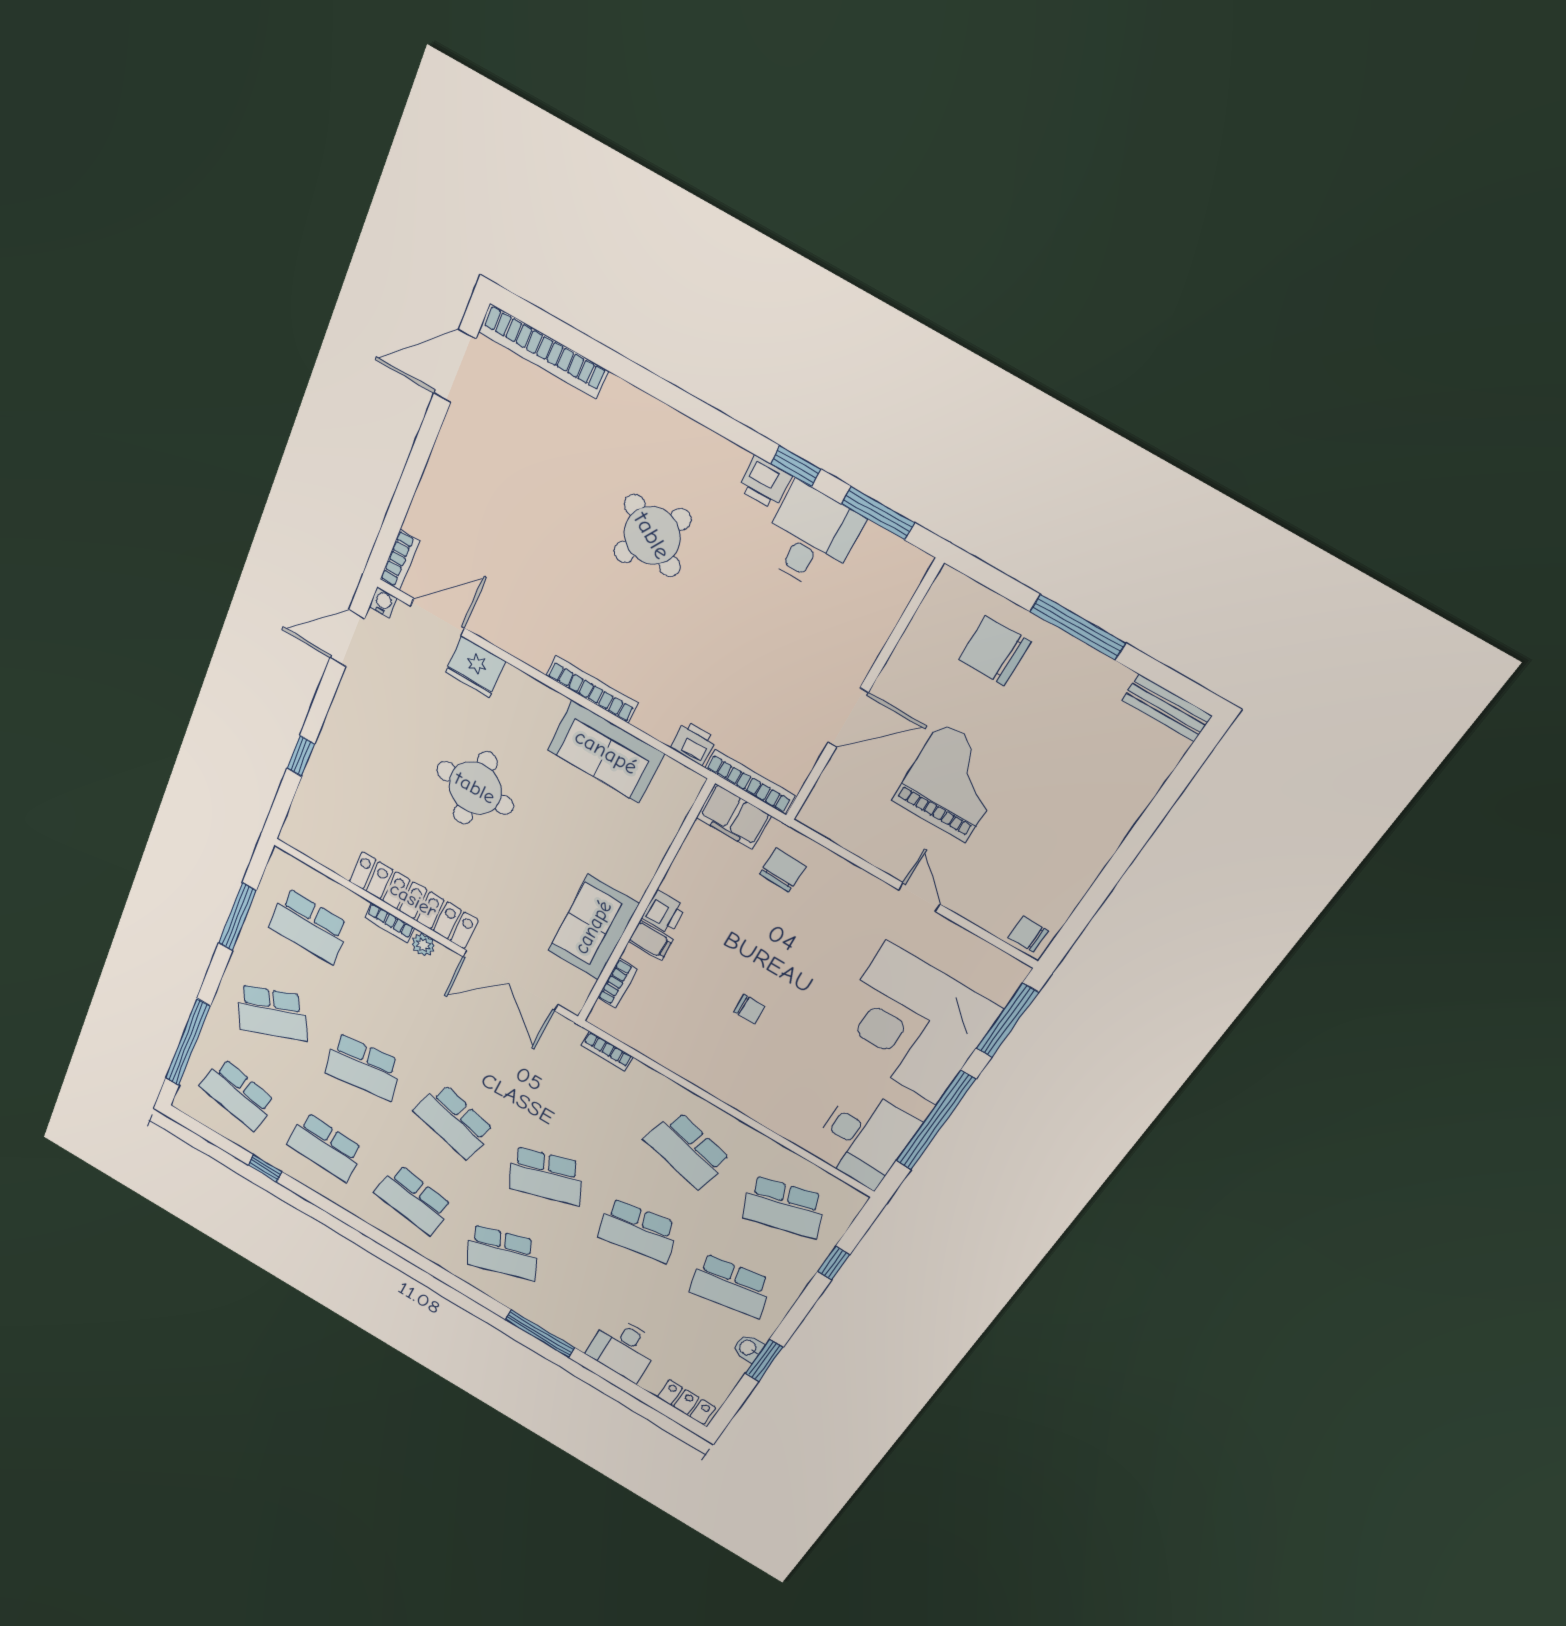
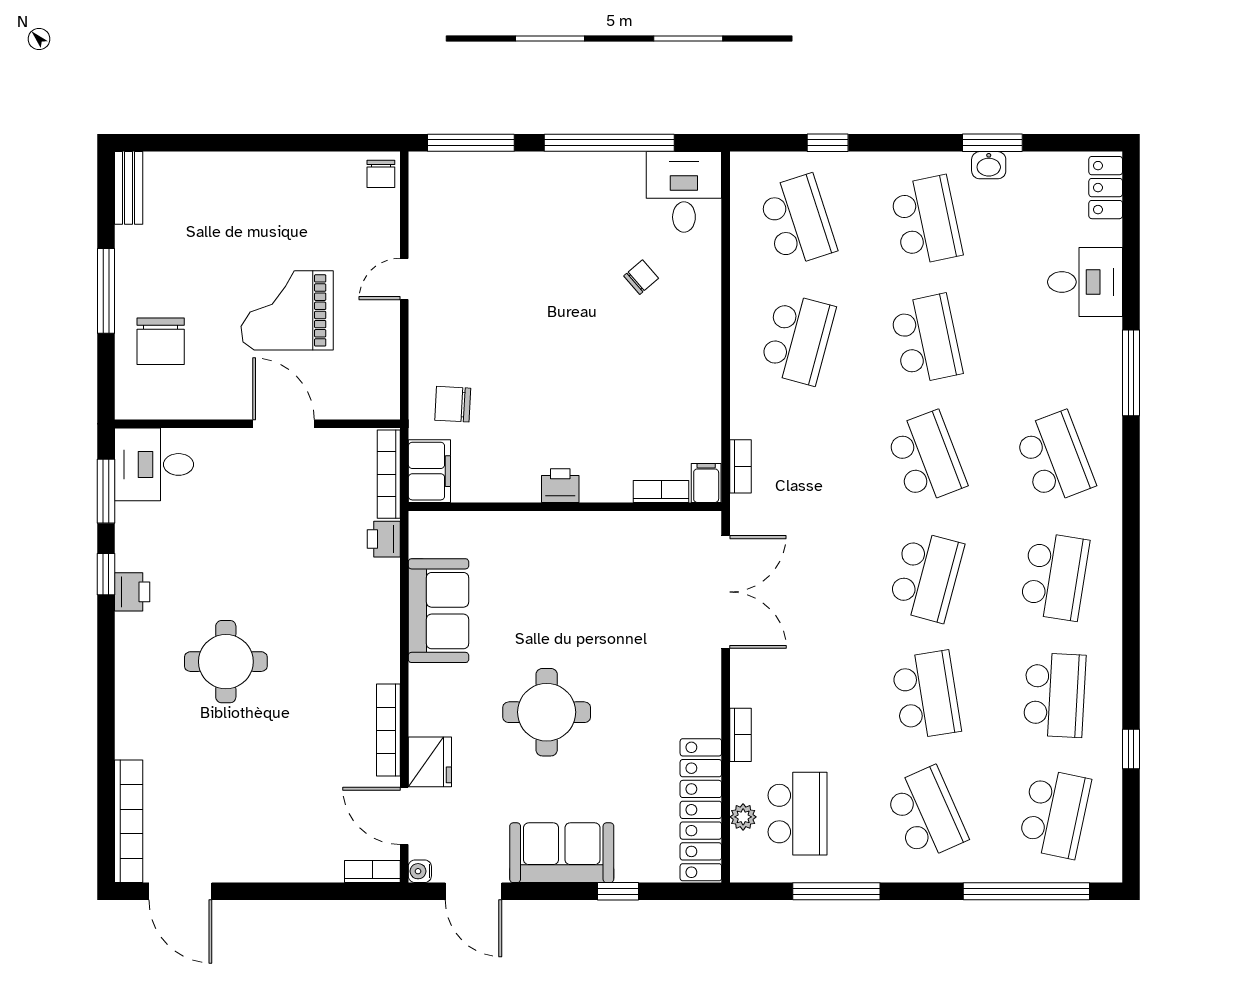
round table: (652, 536) -> (226, 662), turned -32
desk: (810, 537) -> (154, 464), moved
bookcase: (592, 689) -> (388, 730), moved
locker: (413, 900) -> (701, 810), moved
sofa: (593, 927) -> (562, 853), moved, turned 180
filing cabinet: (651, 941) -> (706, 483), moved
plant: (423, 945) -> (743, 817), moved
chair: (749, 1009) -> (641, 277), moved, turned 49
corner desk: (911, 1024) -> (527, 218), removed
desk: (864, 1138) -> (684, 192), width x0.73

